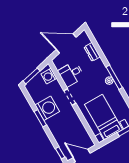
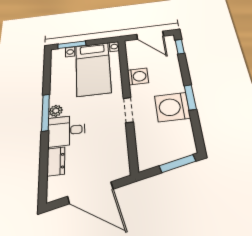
desk: (71, 74) -> (66, 131), moved, turned 180
washing machine: (49, 76) -> (138, 76), moved

